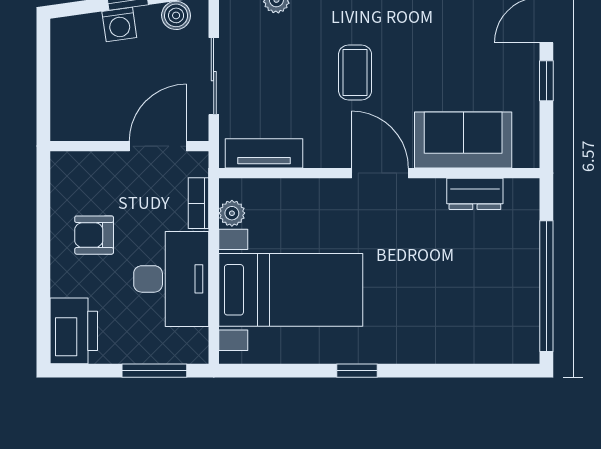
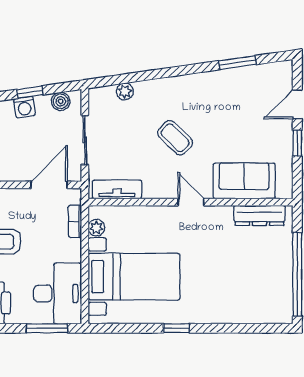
coffee table: (355, 72) -> (175, 138), turned -46
door: (380, 173) -> (191, 202), width x0.73
dresser: (475, 194) -> (260, 215), width x1.44
desk: (171, 279) -> (58, 293), moved

